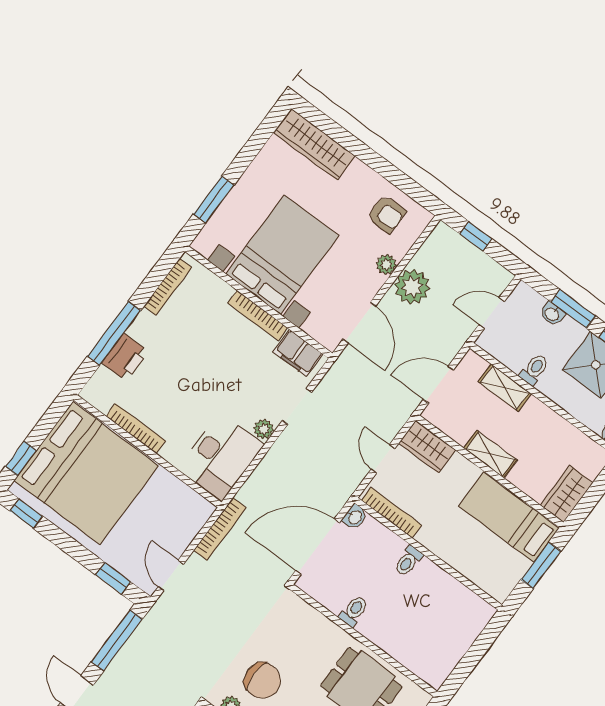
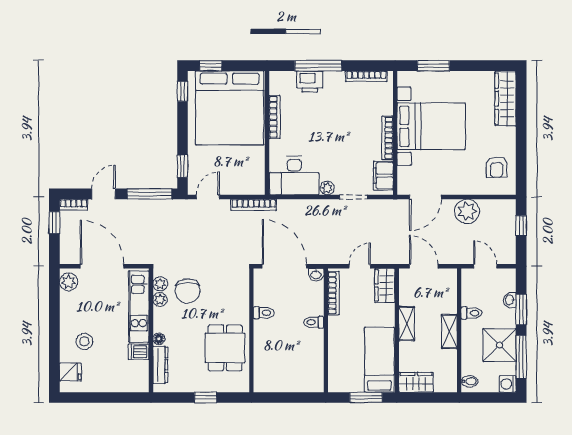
plant: (386, 265) -> (469, 188), removed
shelving: (505, 388) -> (449, 331), moved

